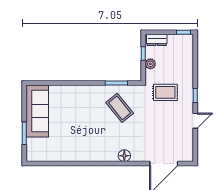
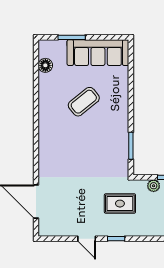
rug: (165, 92) -> (120, 204), turned 90
coffee table: (120, 108) -> (84, 102), moved
floor lamp: (124, 156) -> (45, 65), moved

